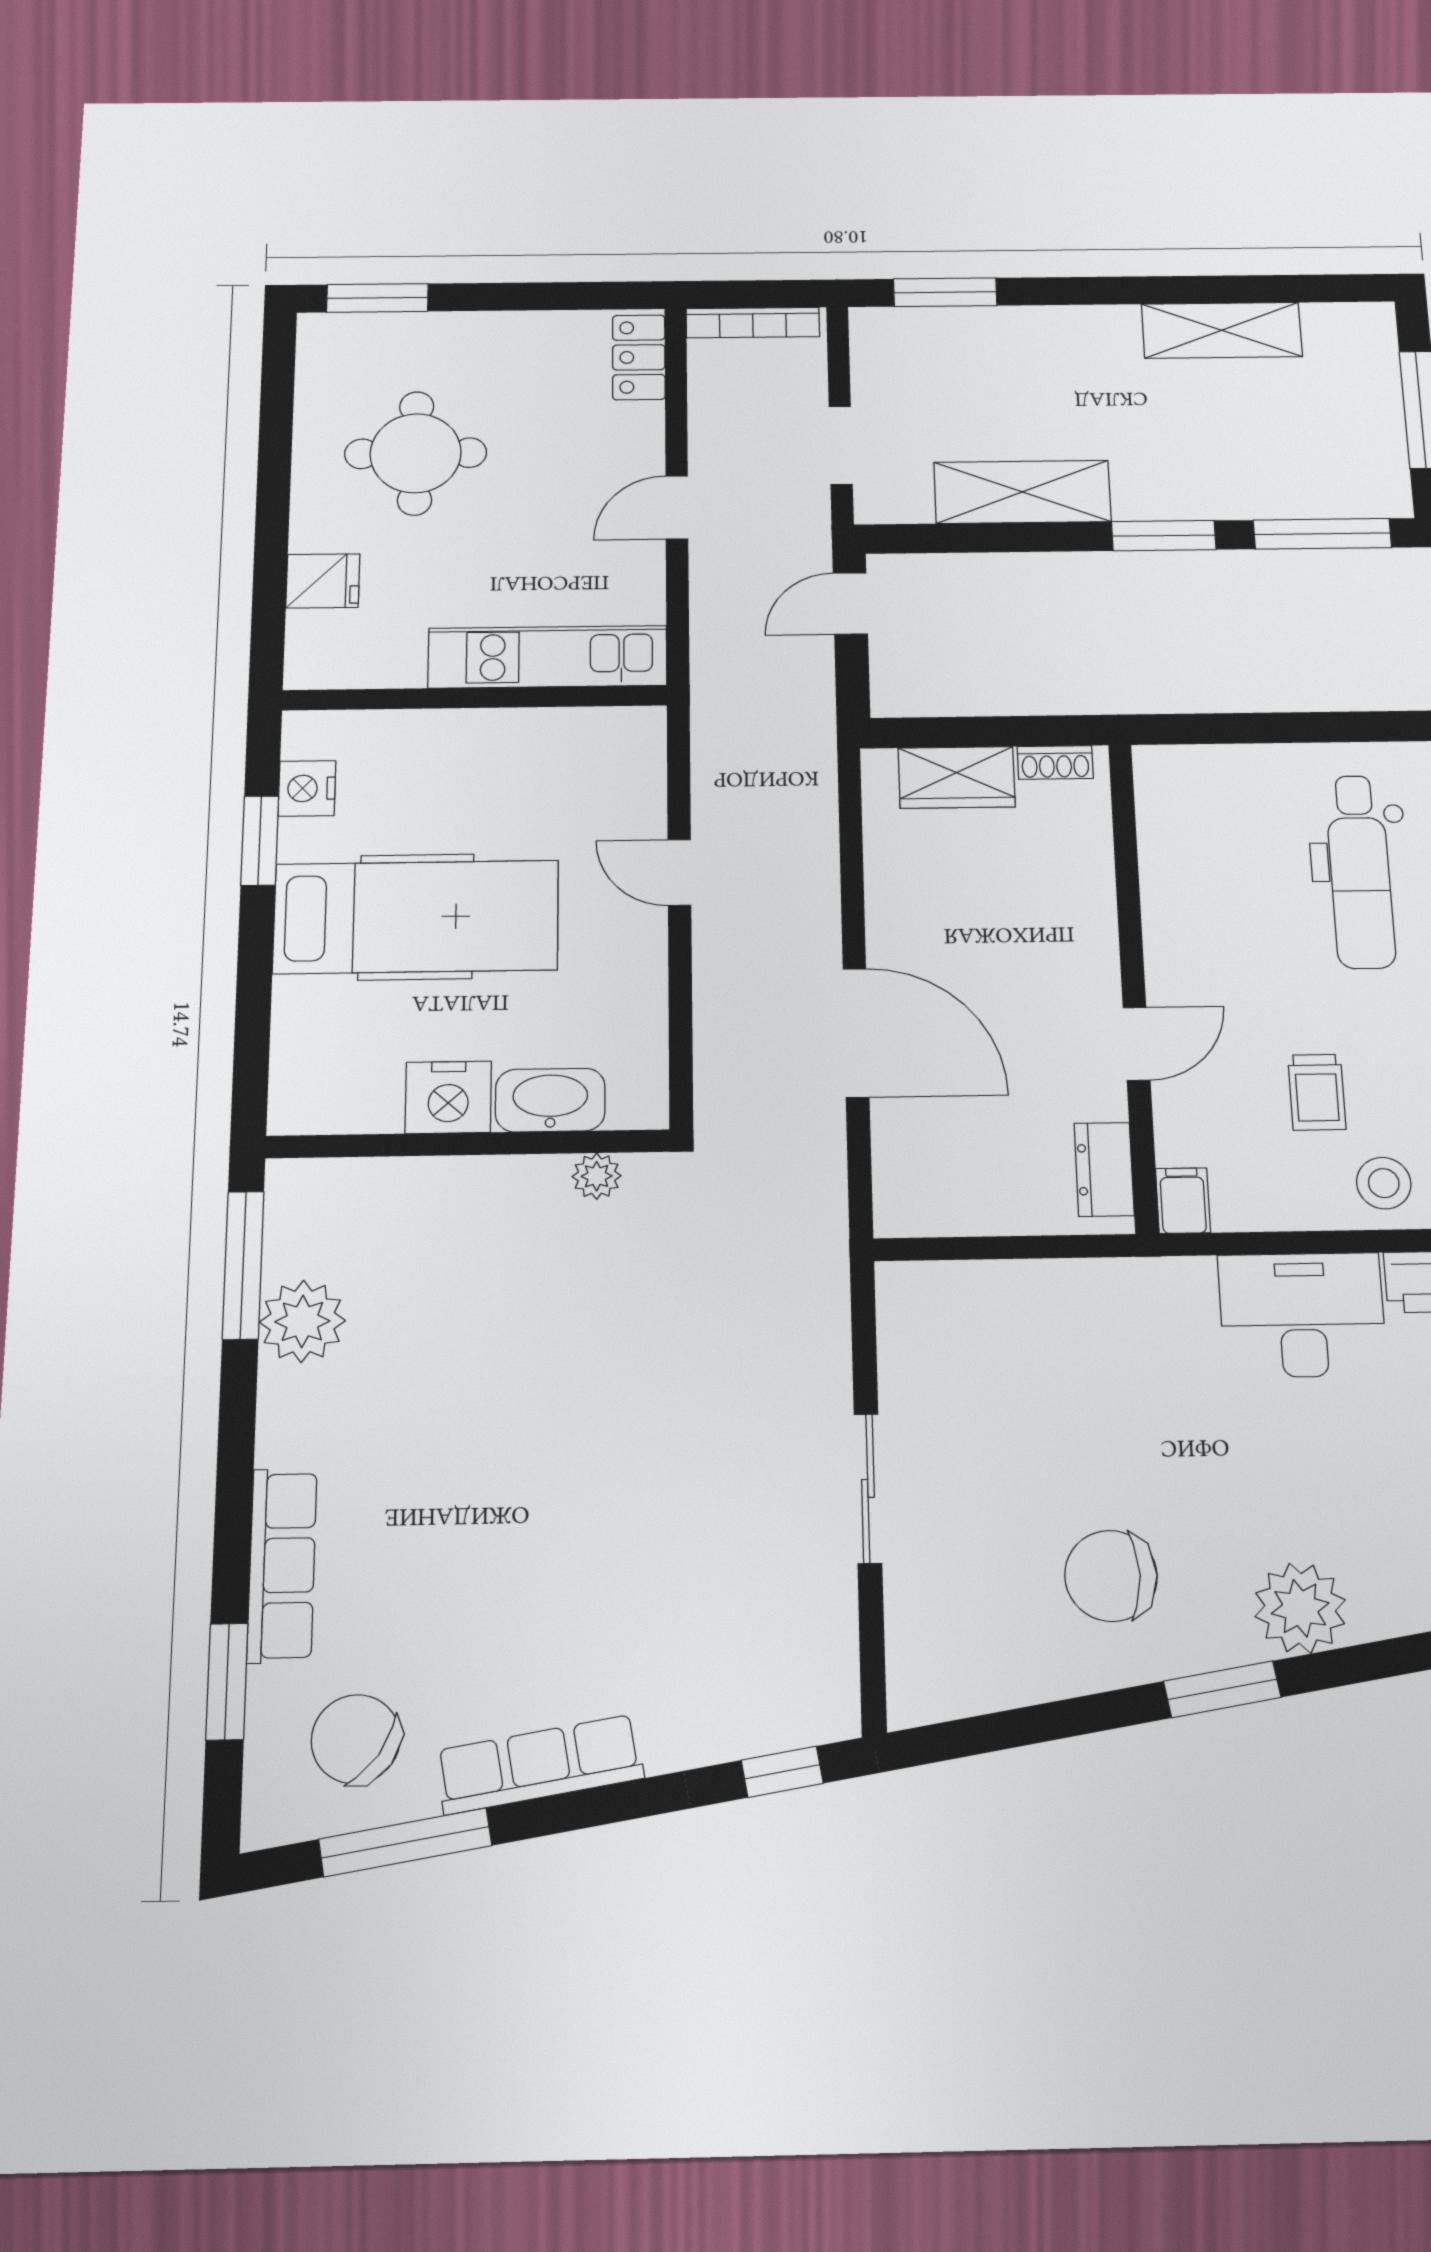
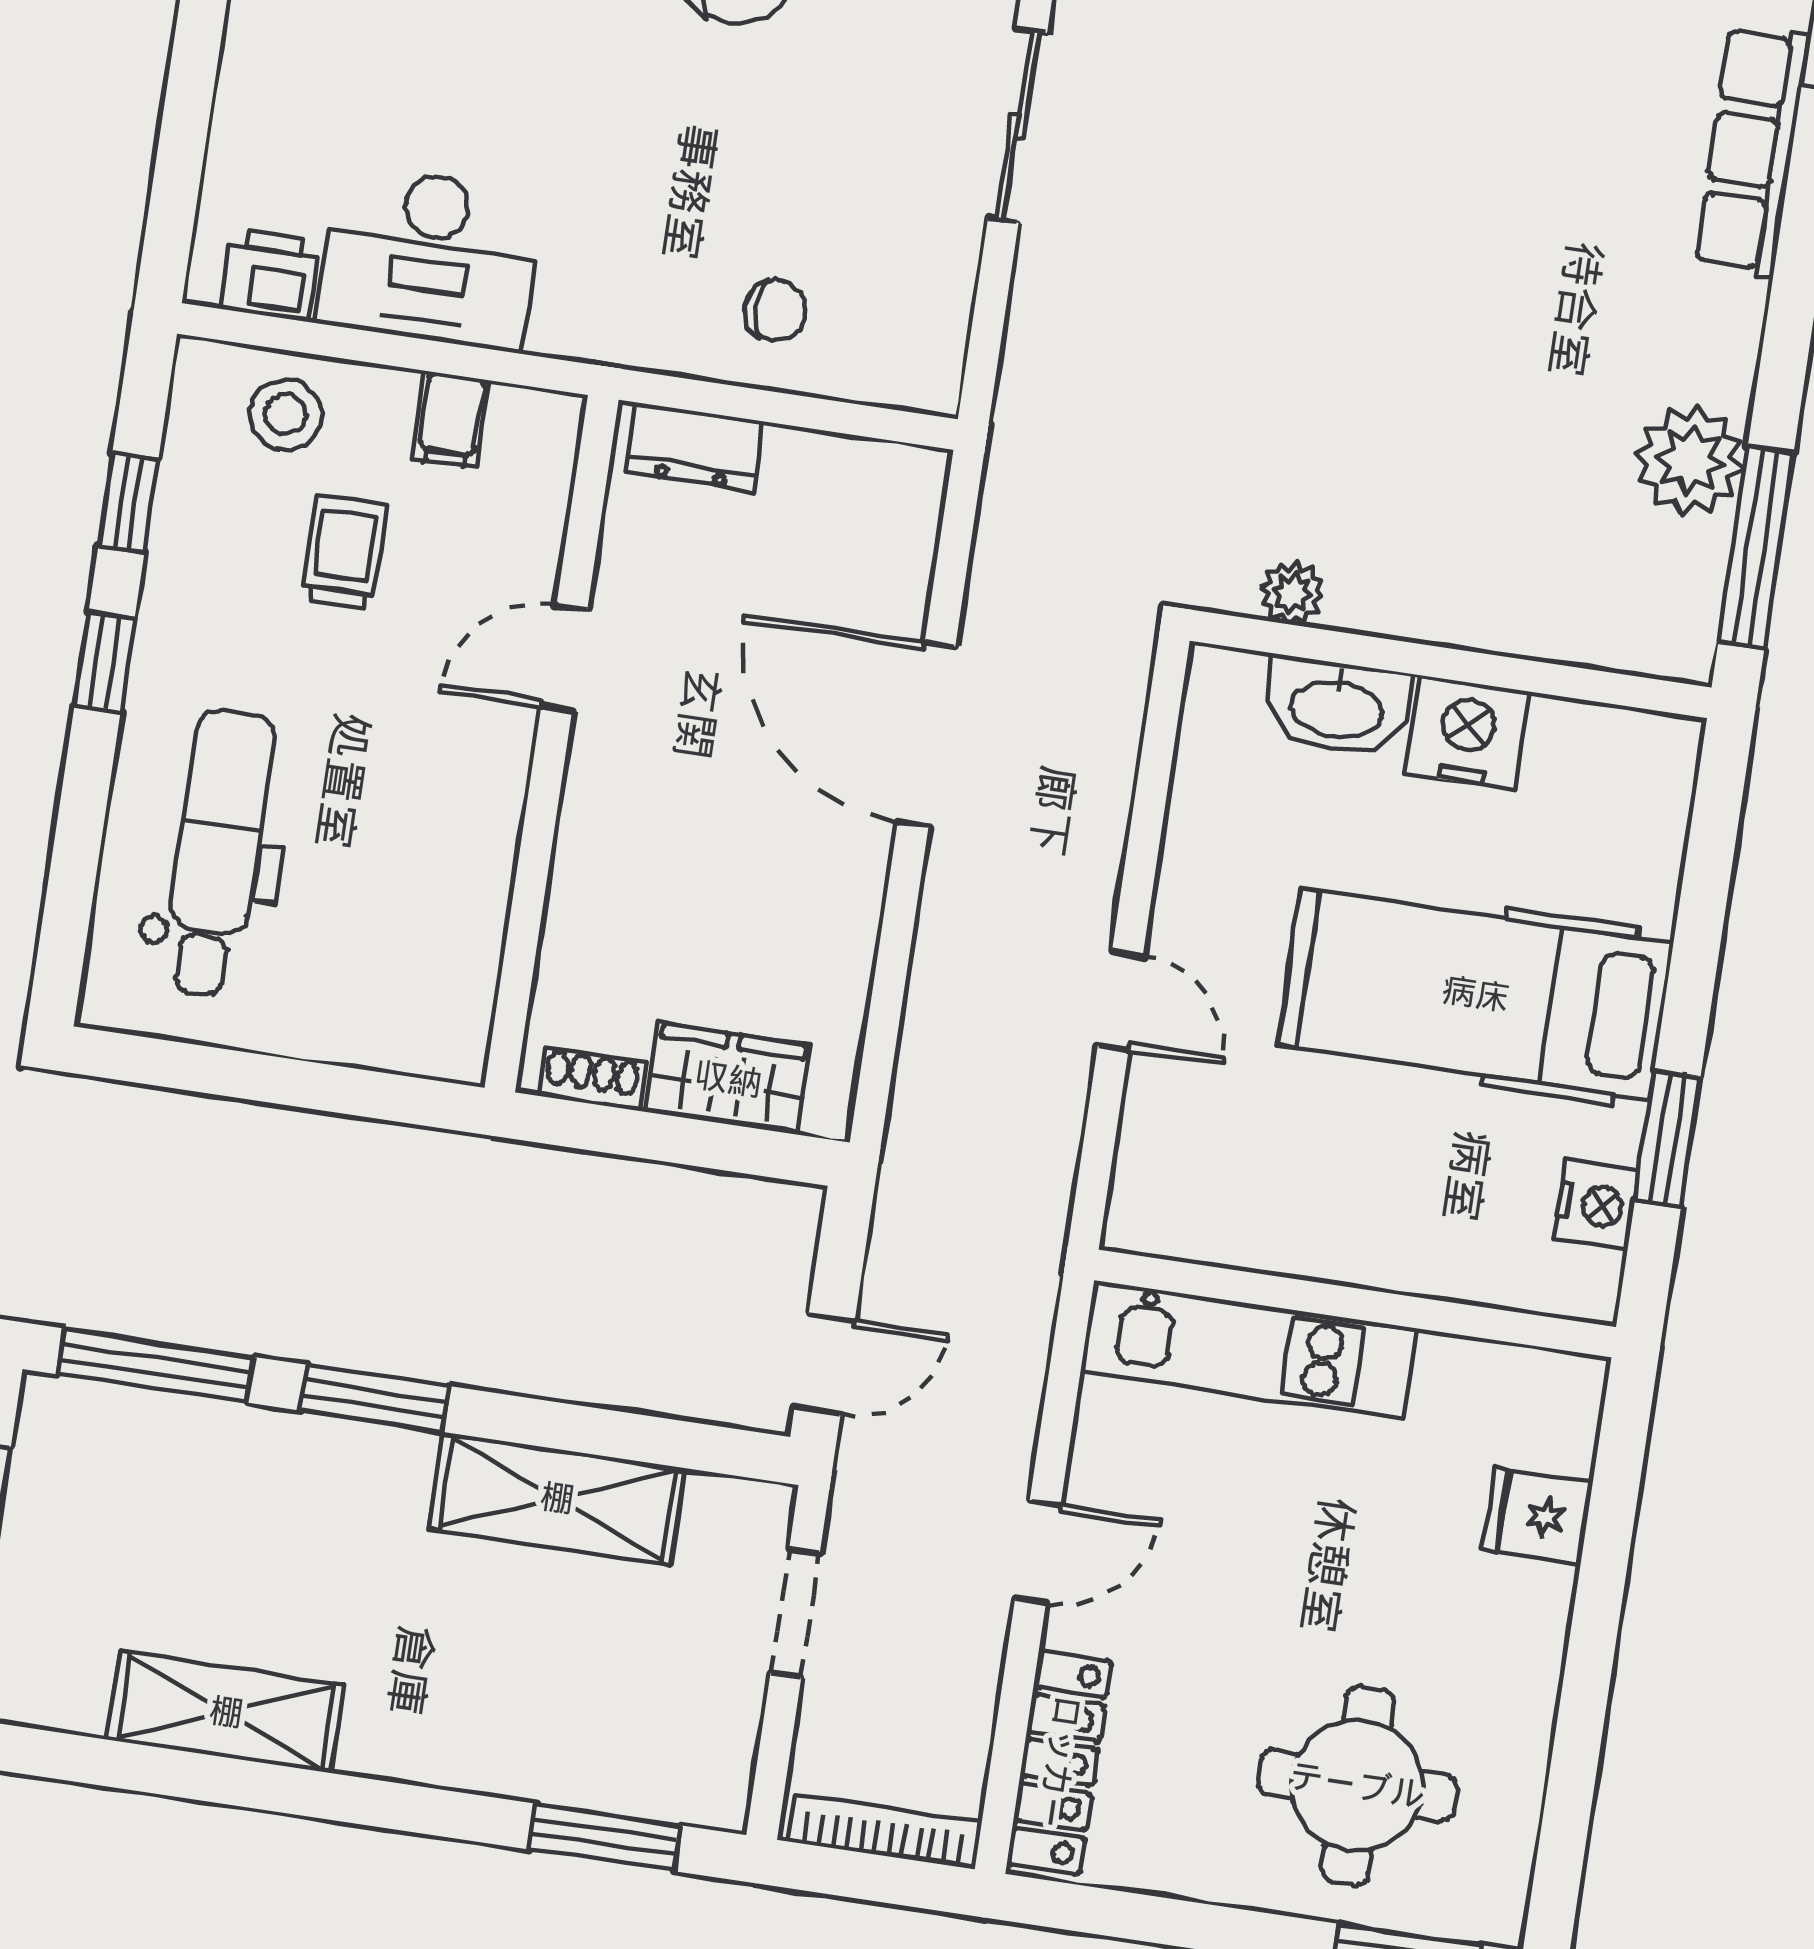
locker: (639, 357) -> (1059, 1762), width x1.53
round table: (416, 453) -> (1357, 1785), moved
dresser: (1104, 1169) -> (695, 448), moved, turned 90
filing cabinet: (1183, 1201) -> (451, 420), moved
chair: (1029, 1319) -> (775, 310), added

